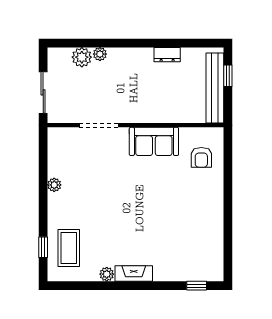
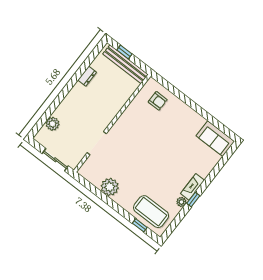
plant: (100, 54) -> (58, 113), removed
sofa: (154, 141) -> (215, 139), moved, turned 90
plant: (54, 185) -> (110, 187), width x1.87, depth x1.87
coffee table: (69, 248) -> (151, 212), width x1.36, depth x1.32
window: (197, 286) -> (193, 200), moved

